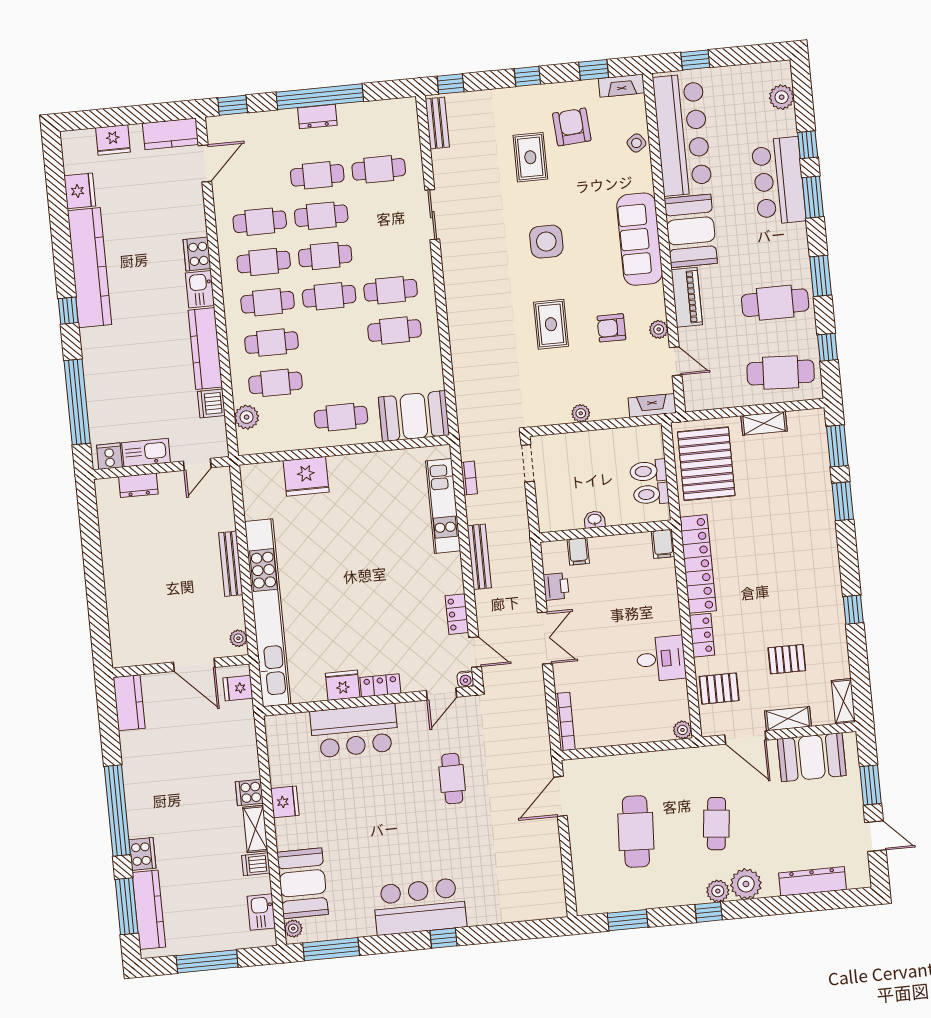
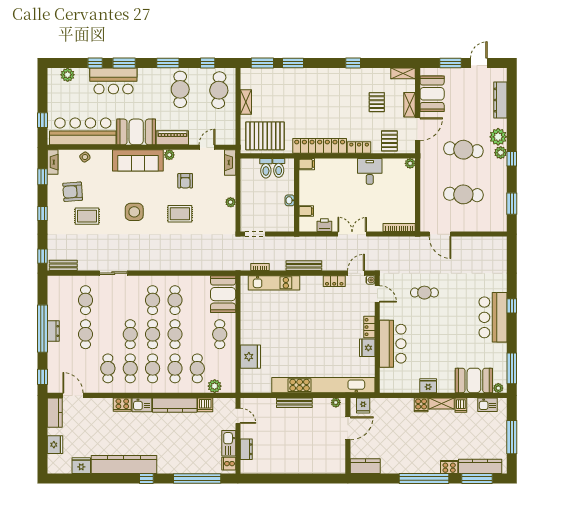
cafe table: (321, 216) -> (175, 334), moved
plant: (659, 329) -> (169, 155), moved
cafe table: (716, 824) -> (463, 150), width x1.37, depth x1.35

